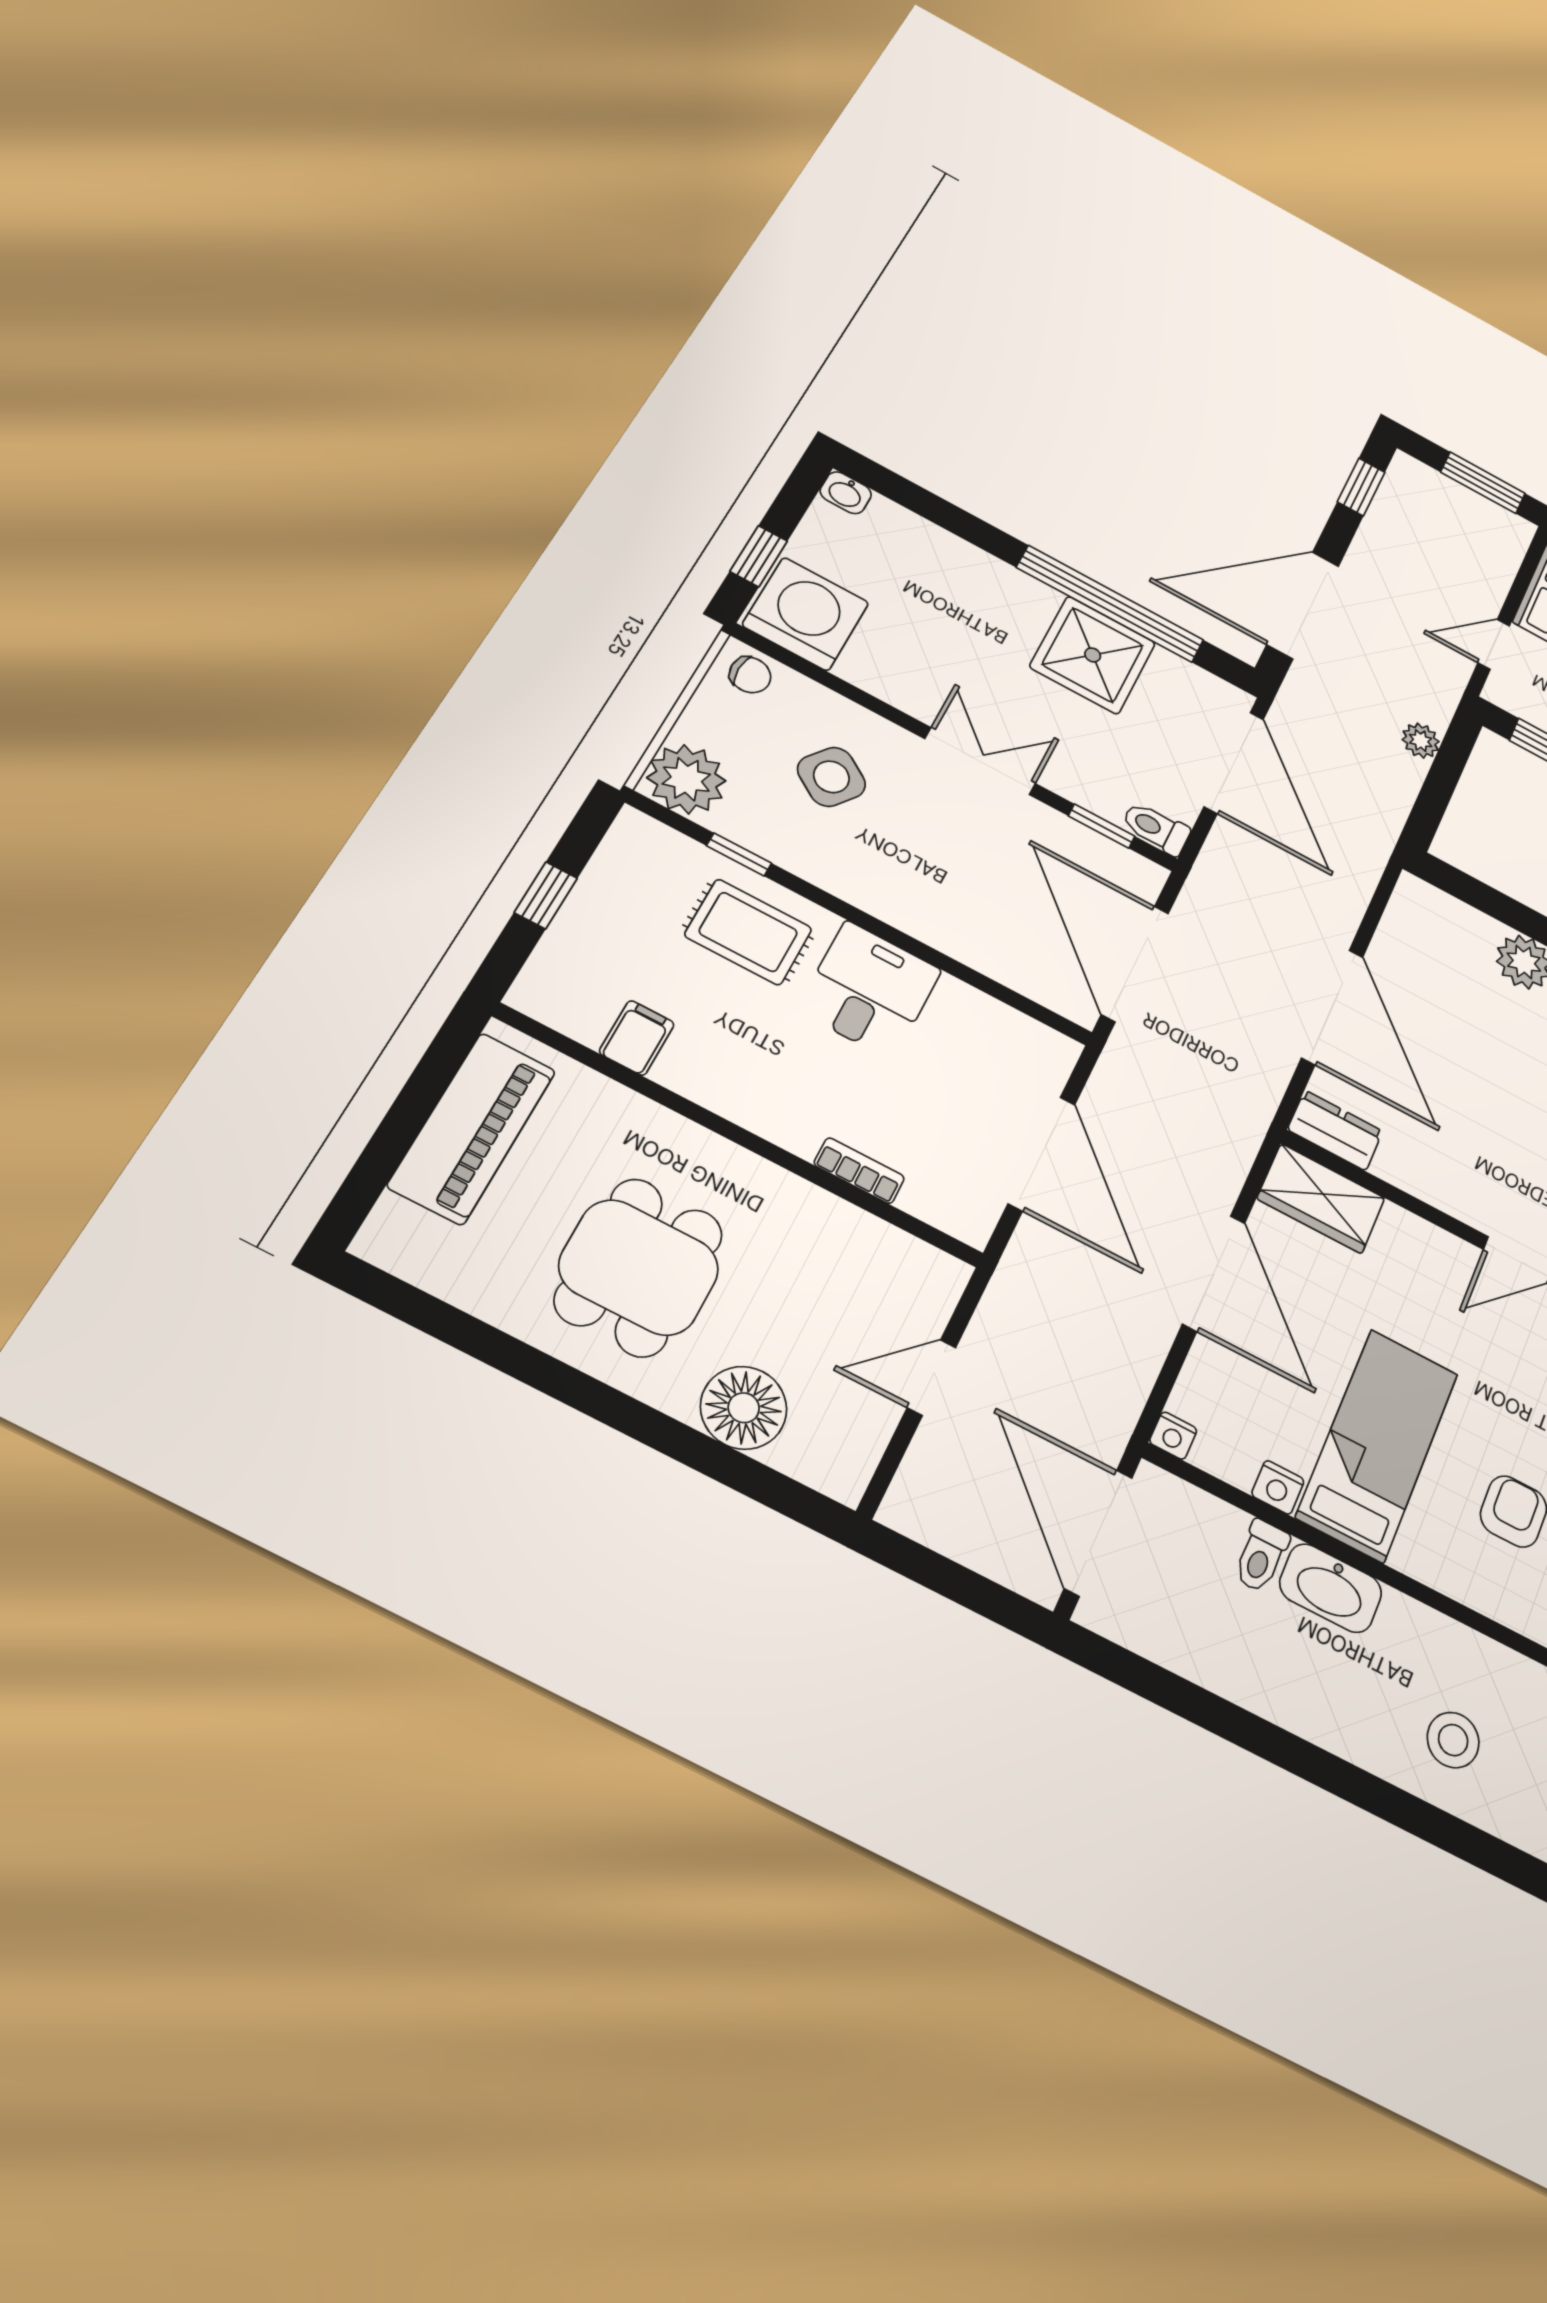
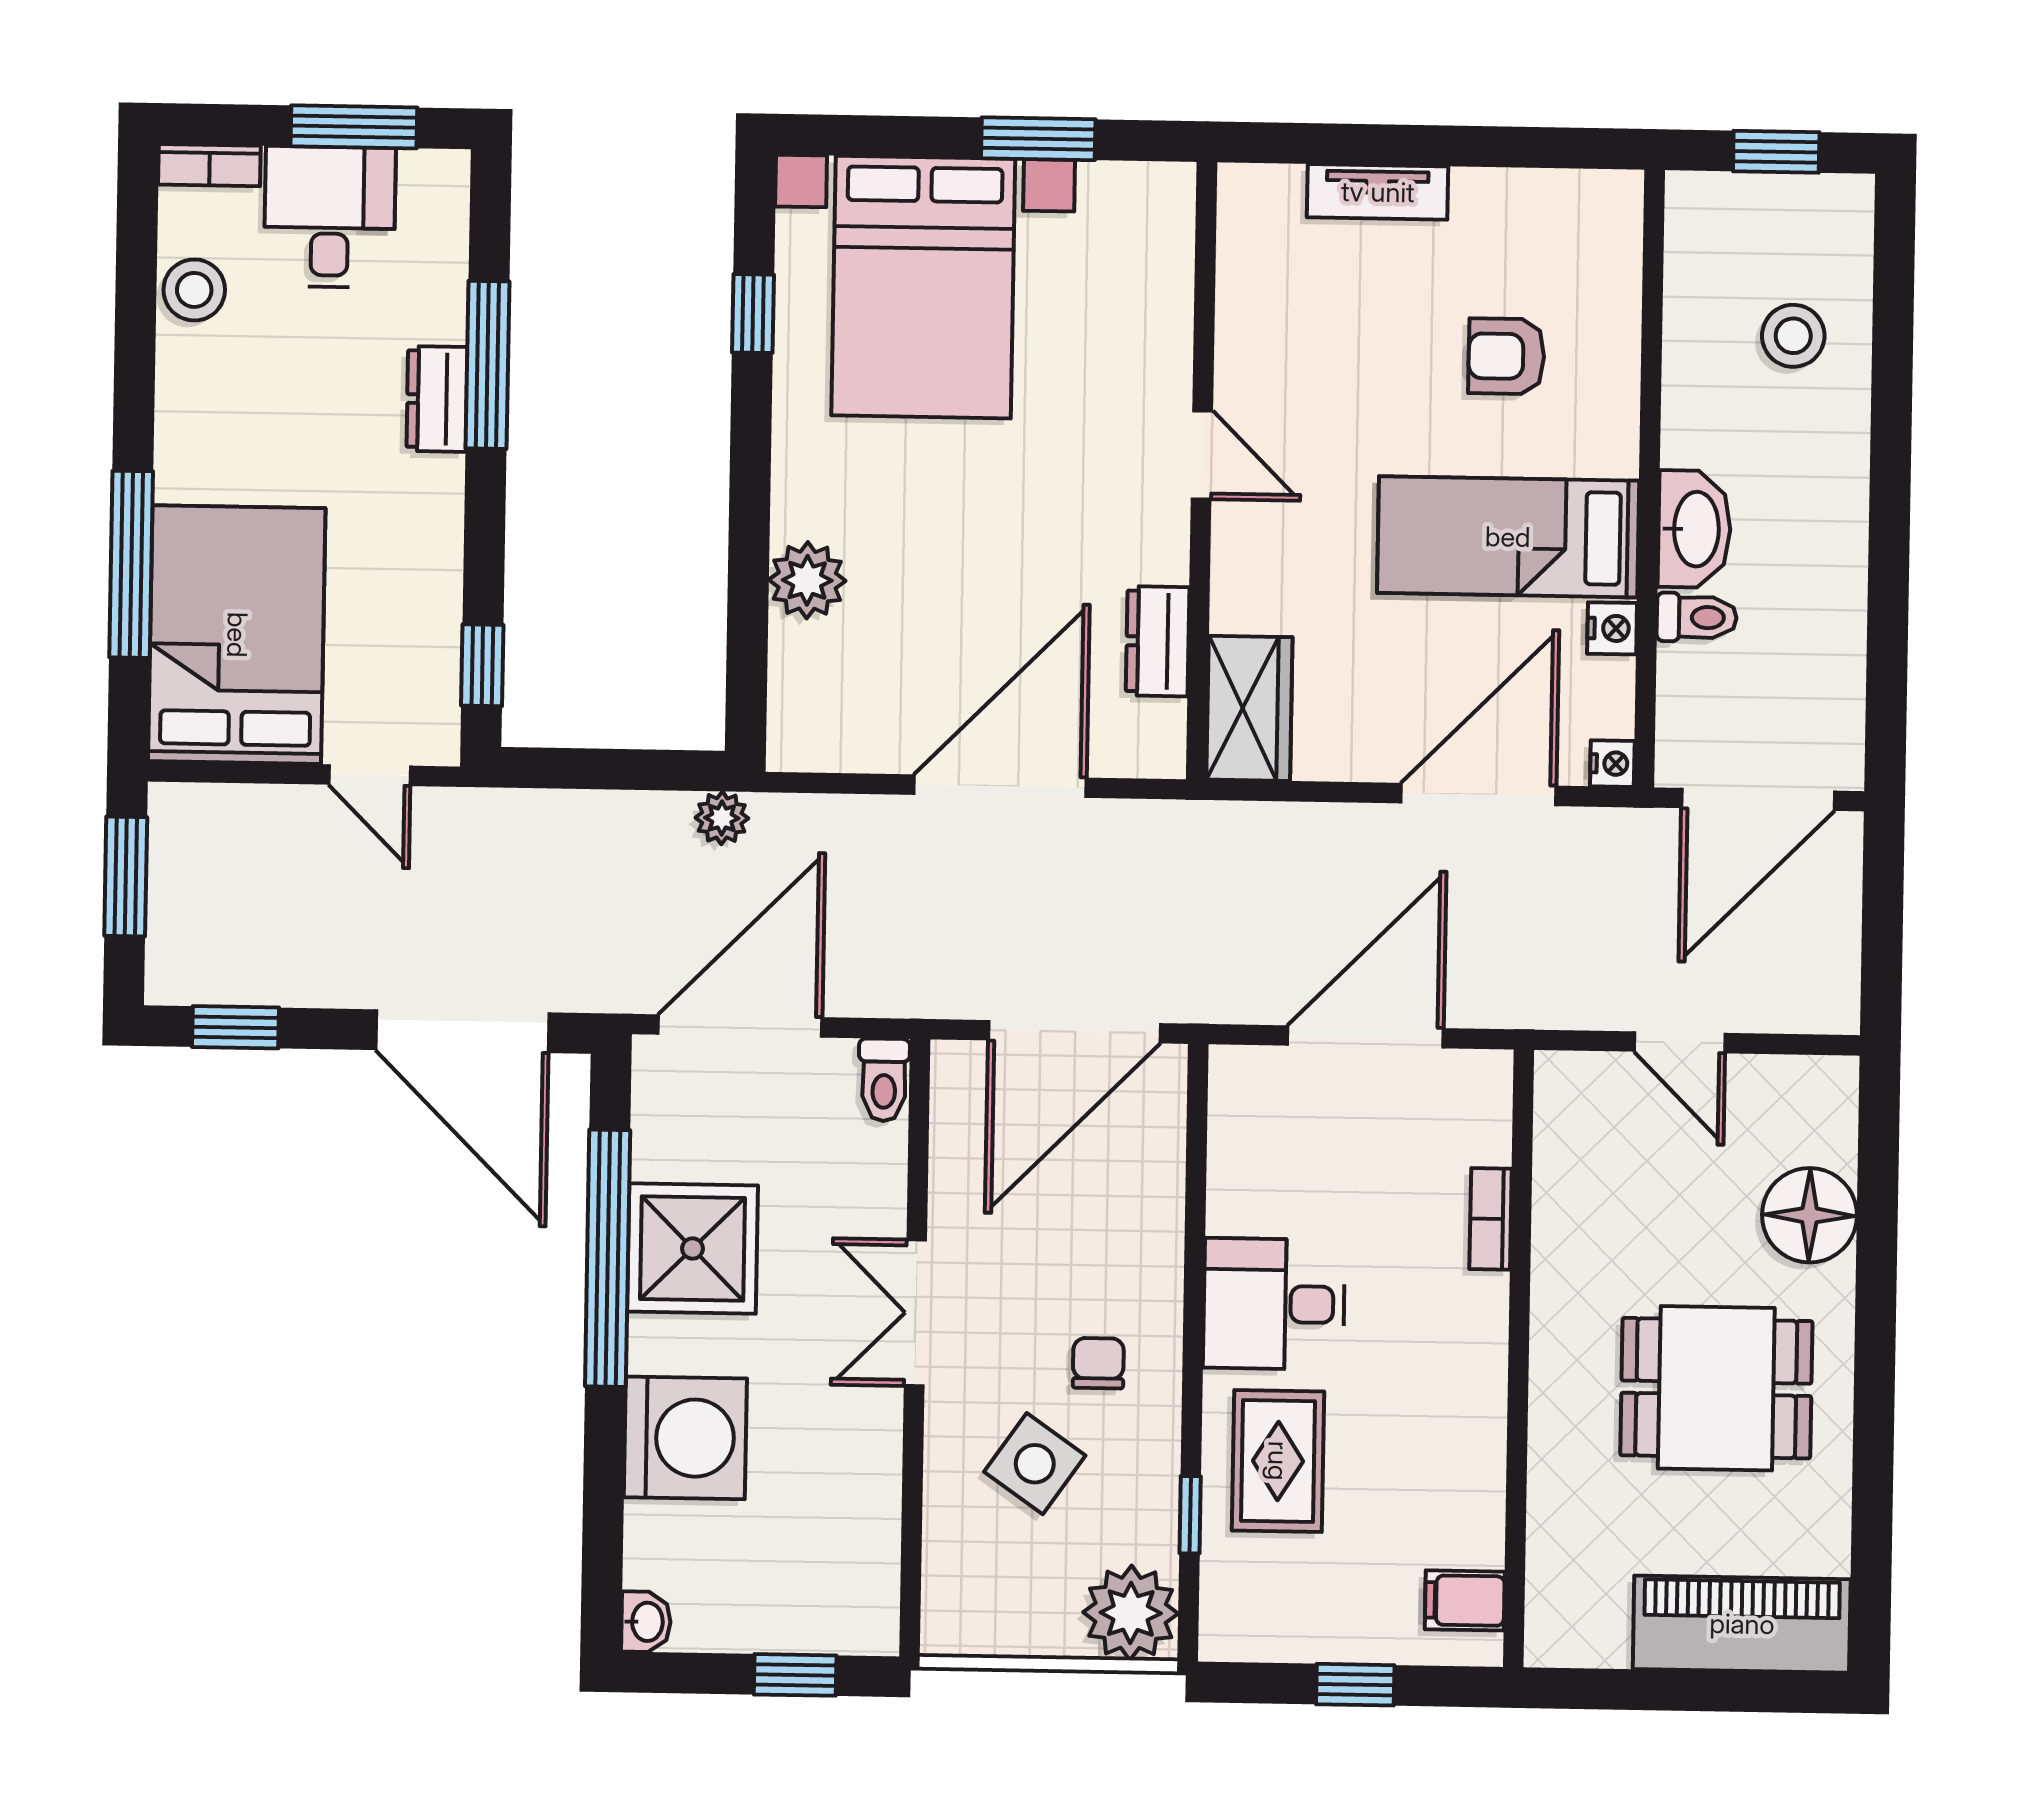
washing machine: (806, 614) -> (685, 1438), moved, turned 180
chair: (750, 675) -> (1098, 1363), moved
plant: (1421, 741) -> (722, 818), moved
window: (1102, 826) -> (918, 1142), removed
filing cabinet: (637, 1038) -> (1465, 1600), moved
piano: (472, 1128) -> (1742, 1624), moved
dresser: (1335, 1130) -> (1158, 641), moved
door: (1214, 1273) -> (1479, 795), moved

